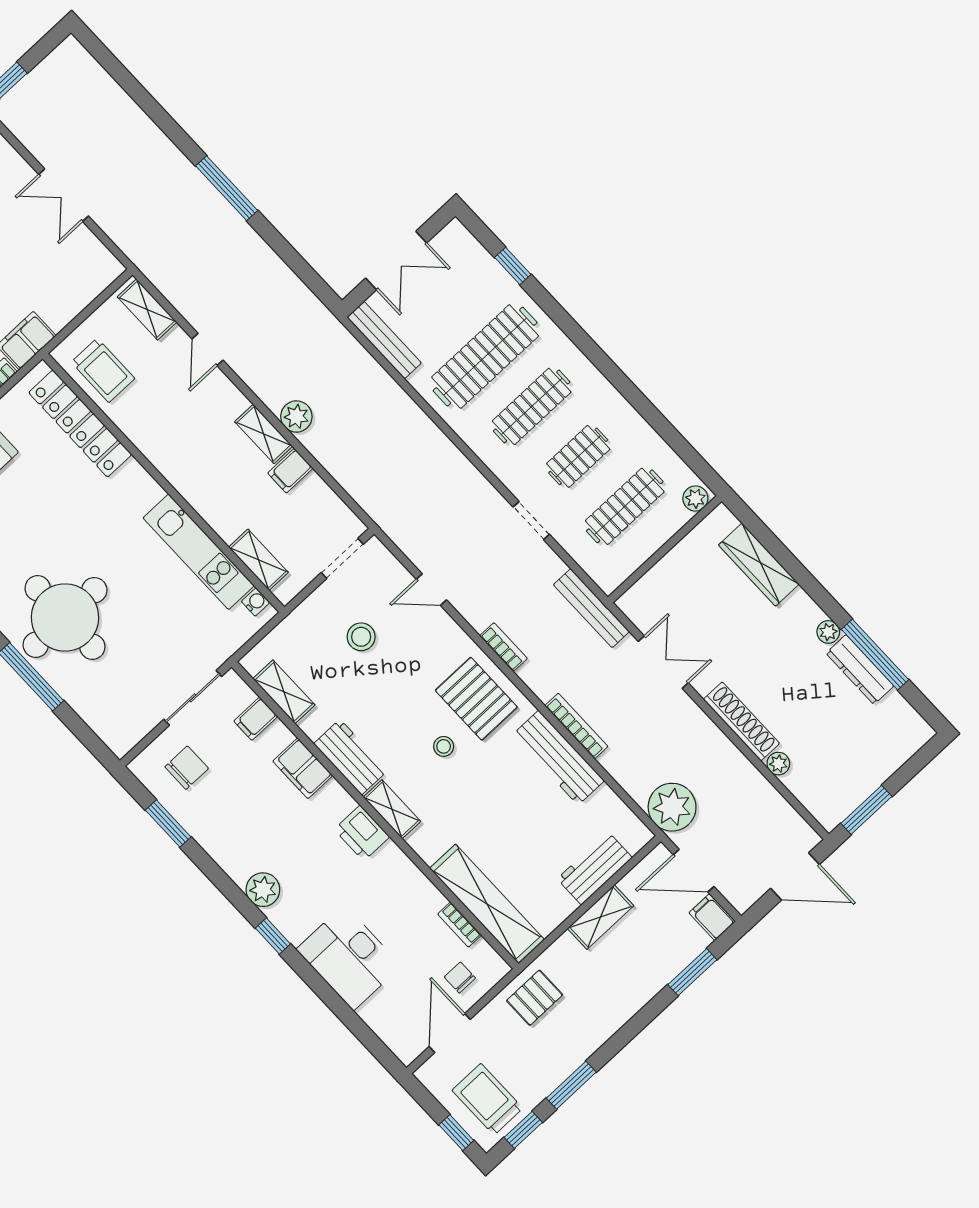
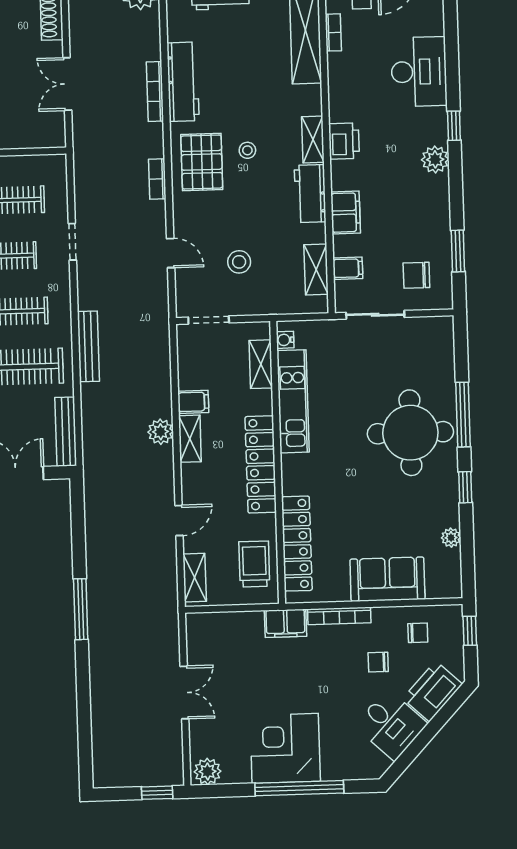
locker: (178, 467) -> (261, 464), added
bench: (591, 608) -> (88, 346), moved

